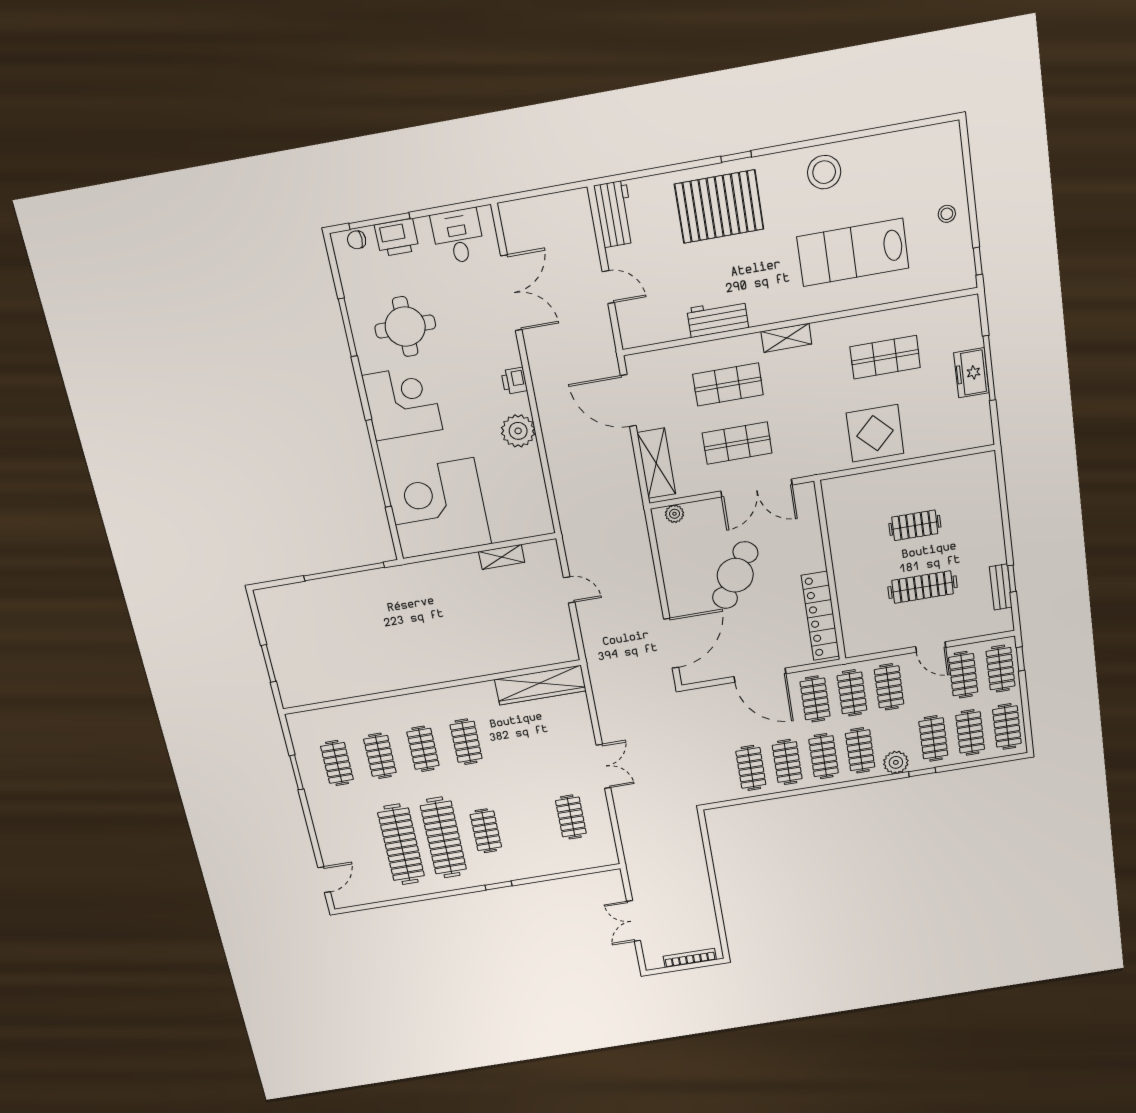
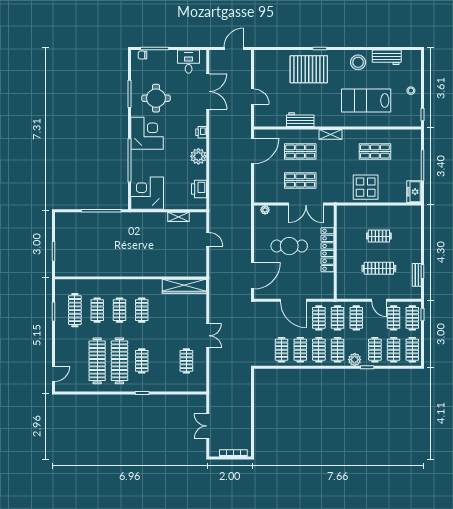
door: (549, 190) -> (234, 49), added
workbench: (615, 214) -> (387, 57), moved, turned 90
printer: (397, 238) -> (199, 189), moved, turned 90
freezer: (971, 373) -> (414, 192), moved
door: (628, 401) -> (253, 151), swing flipped
shelving: (656, 463) -> (261, 184), removed
corner desk: (438, 509) -> (147, 193), width x0.74, depth x0.74
cafe table: (735, 575) -> (289, 246), turned 58
locker: (820, 616) -> (328, 250), moved
clothes rail: (337, 763) -> (75, 310), width x1.36

